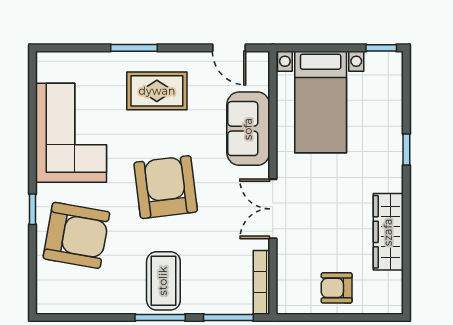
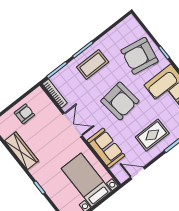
coffee table: (163, 281) -> (93, 65), turned 90

